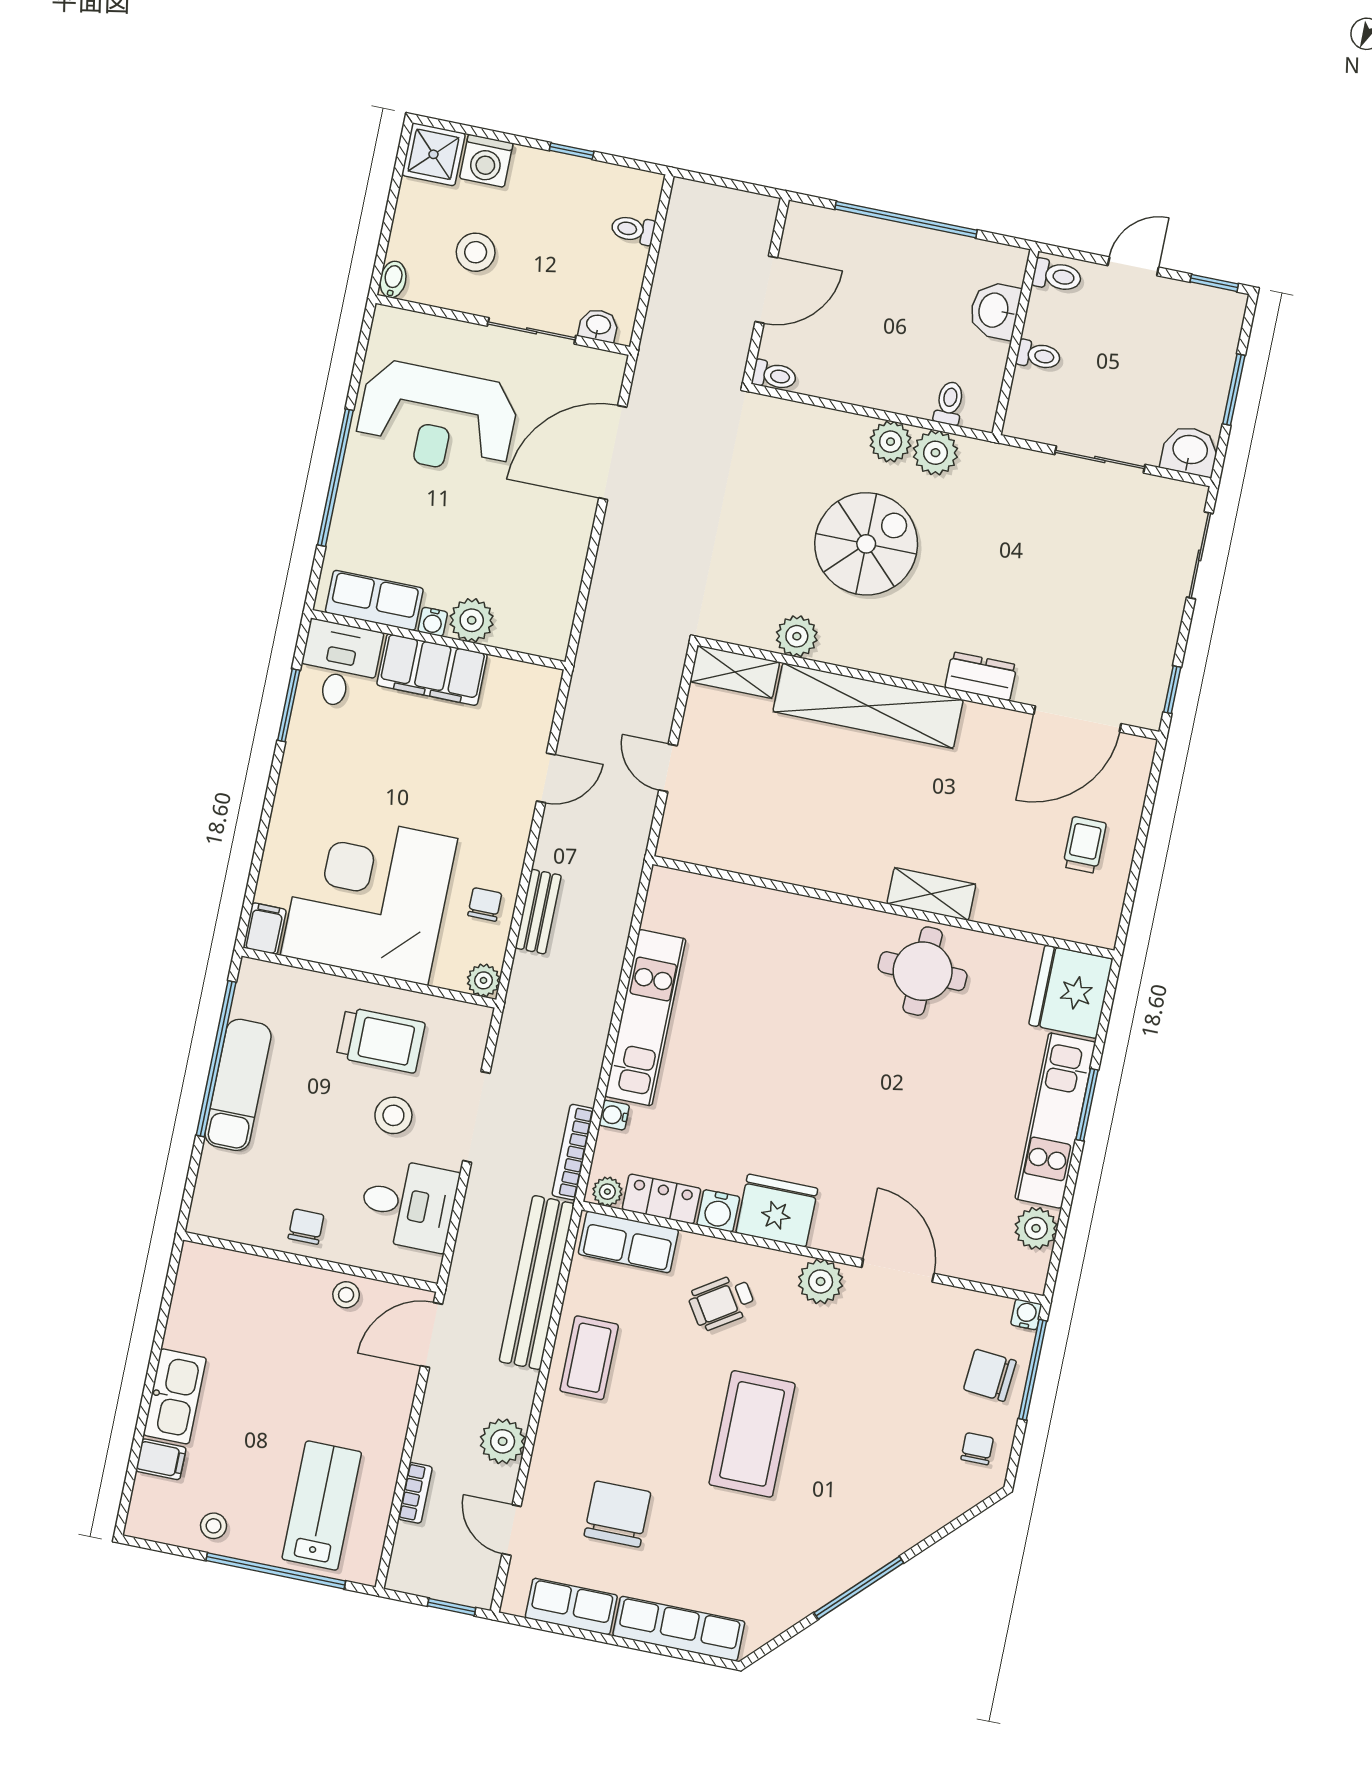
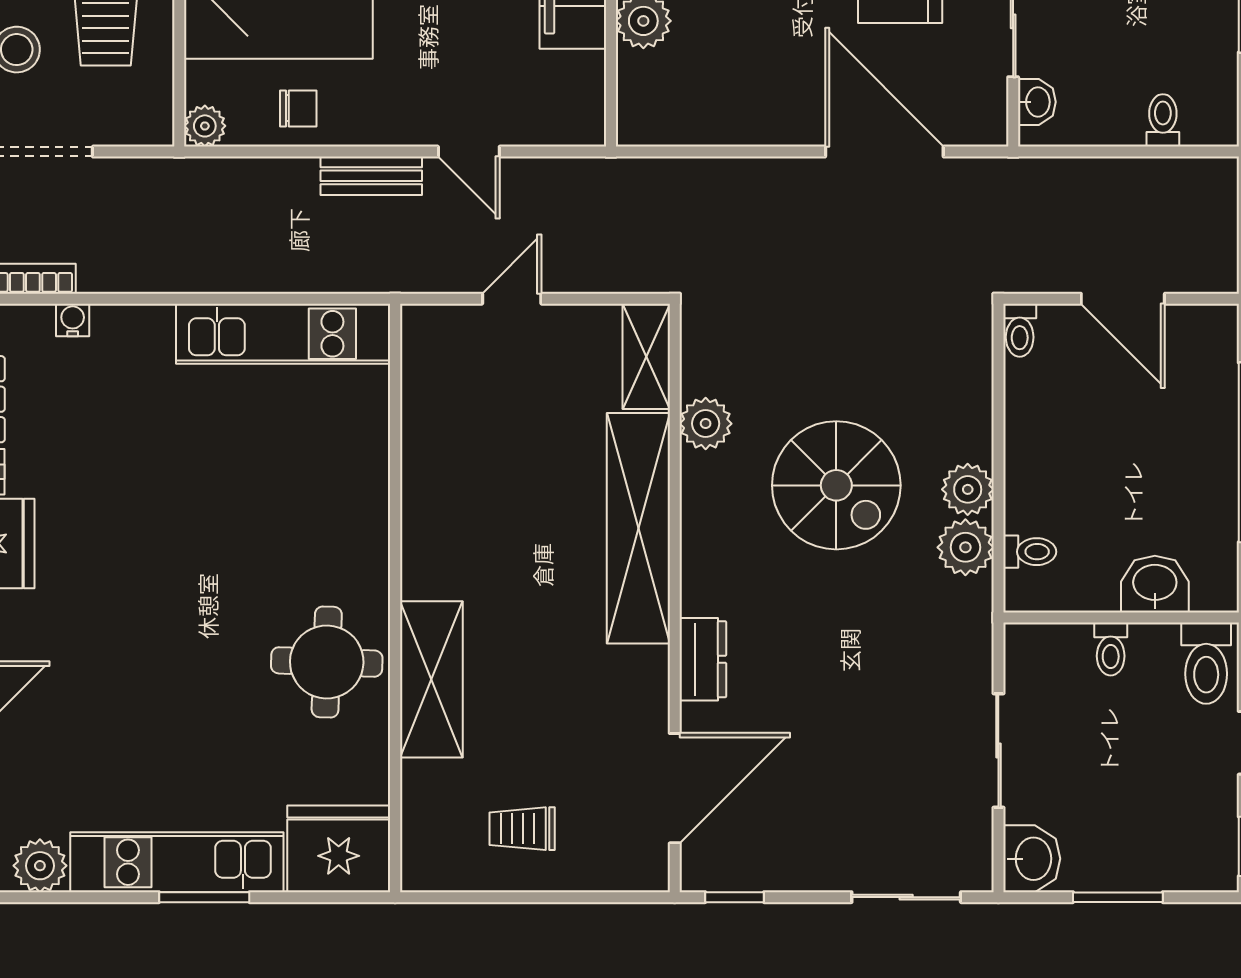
toilet: (1057, 276) -> (1206, 663), width x1.37, depth x1.39
door: (1077, 719) -> (675, 788), swing flipped
trolley: (1085, 845) -> (522, 829), turned 180
shelving: (931, 894) -> (431, 679), width x1.50, depth x1.33
bench: (538, 912) -> (371, 176), moved
kitchen unit: (645, 1018) -> (283, 334), moved

